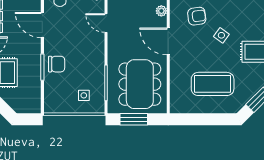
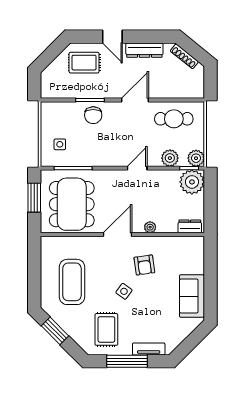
dining table: (140, 84) -> (72, 204), turned 90

